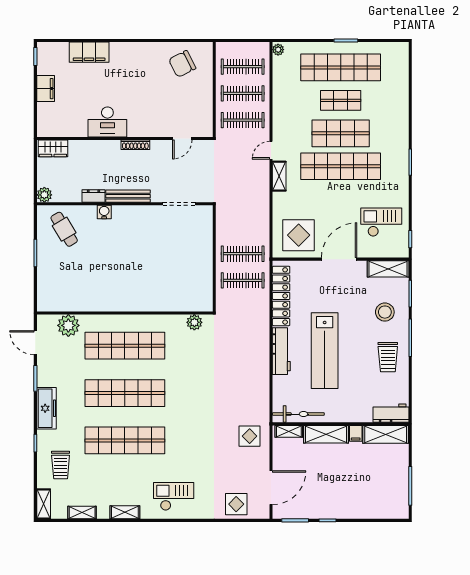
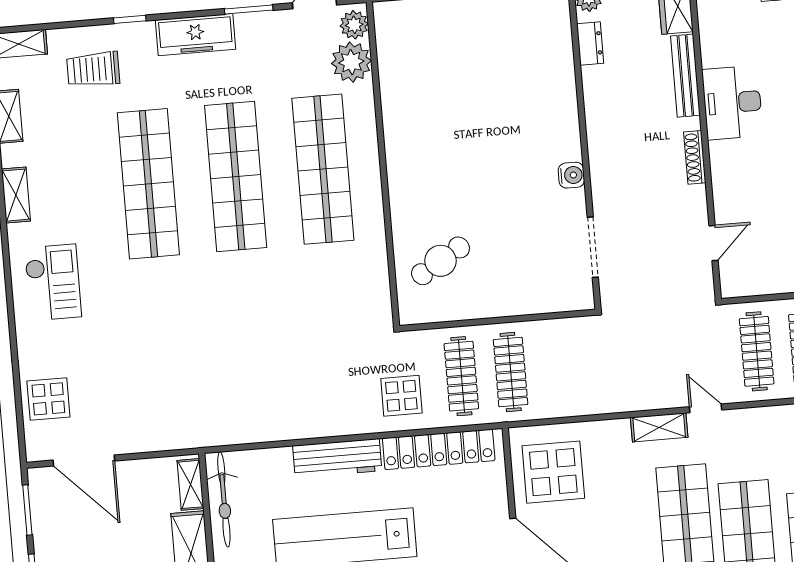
door: (182, 138) -> (714, 243), swing flipped
dresser: (94, 196) -> (590, 44), moved
bench: (128, 196) -> (685, 76), moved
water cooler: (104, 212) -> (571, 175), moved
cafe table: (64, 229) -> (441, 261), moved
plant: (194, 322) -> (354, 25), moved
display table: (250, 436) -> (401, 396), moved

